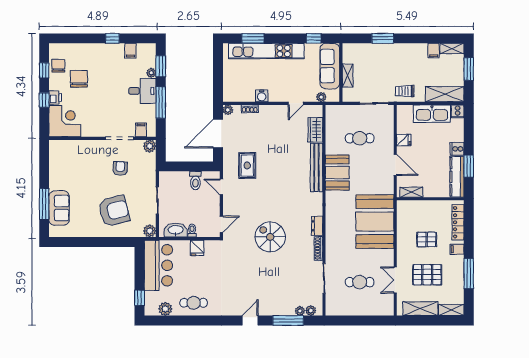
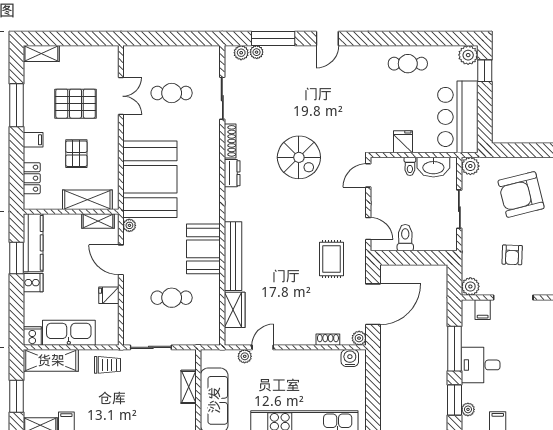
plant: (151, 73) -> (468, 409), moved
water cooler: (262, 96) -> (350, 358), moved
plant: (321, 97) -> (245, 356), moved
plant: (389, 189) -> (129, 225), added
locker: (458, 222) -> (32, 178), width x0.66
pallet: (427, 240) -> (76, 154), turned 90
plant: (165, 309) -> (468, 55), moved
shelving: (420, 309) -> (87, 200), moved

